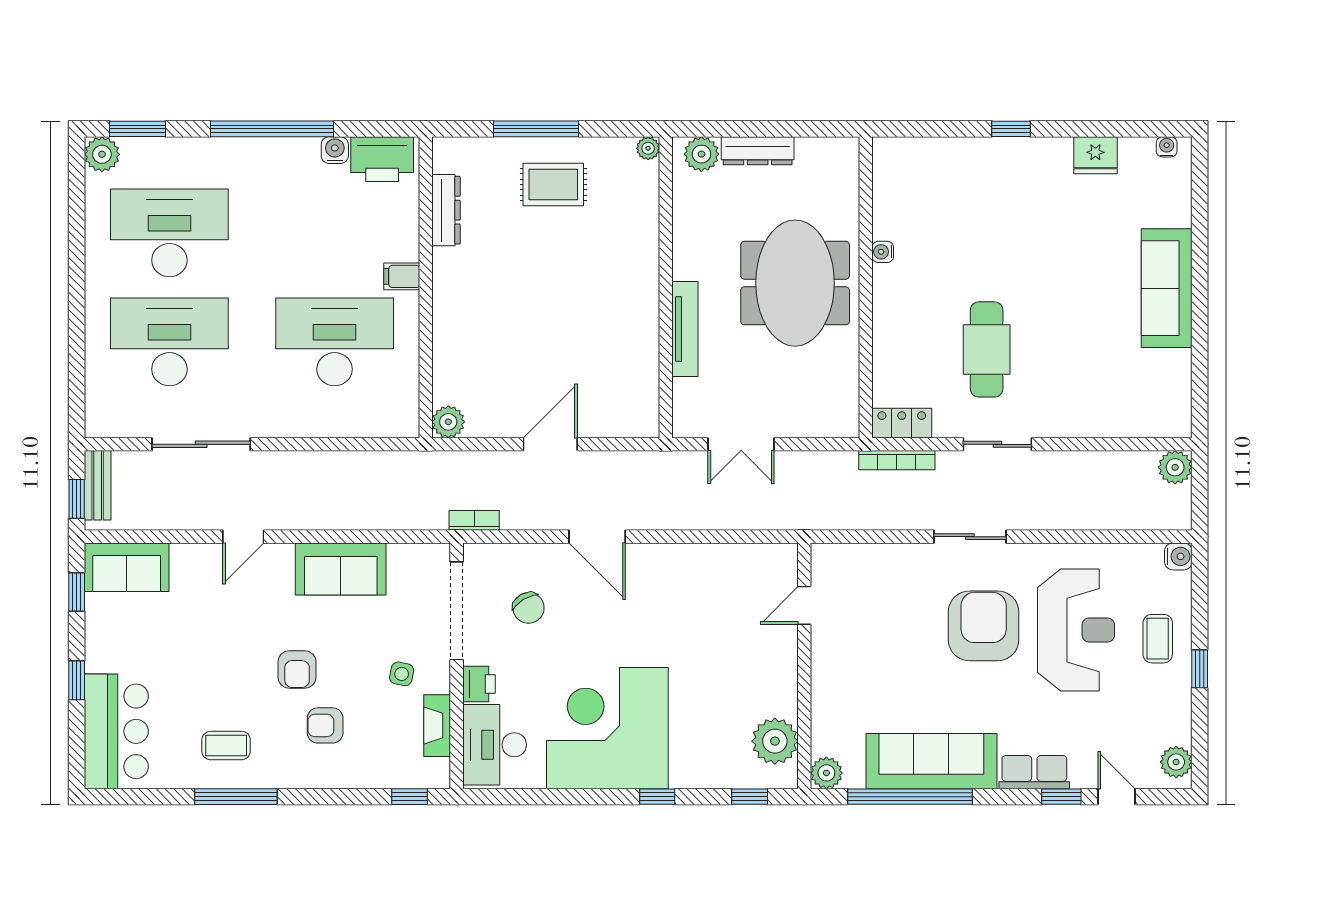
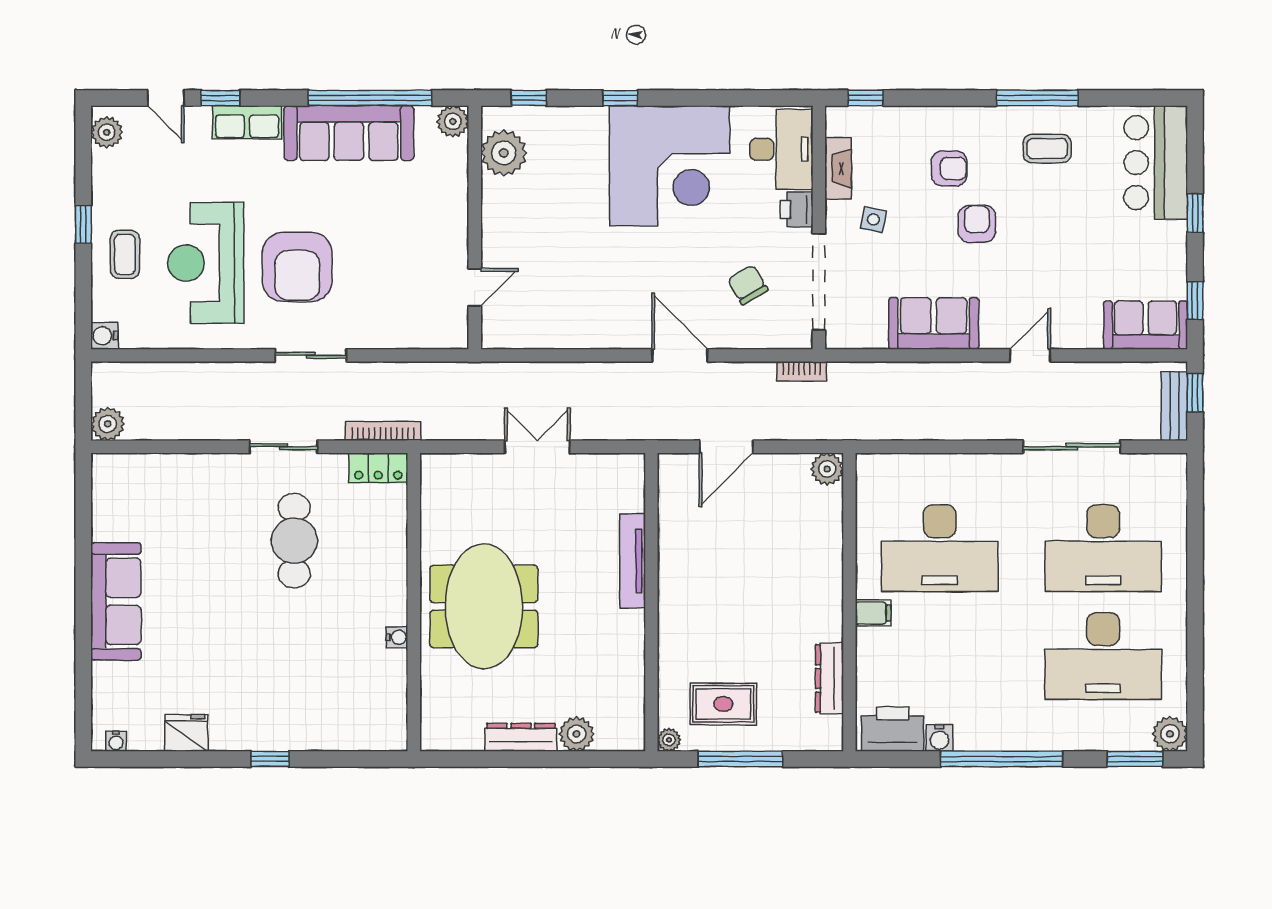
plant: (648, 148) -> (669, 740), moved
wall: (666, 287) -> (651, 602), moved
tv unit: (685, 329) -> (633, 561), moved

